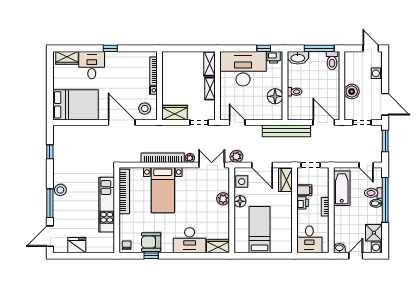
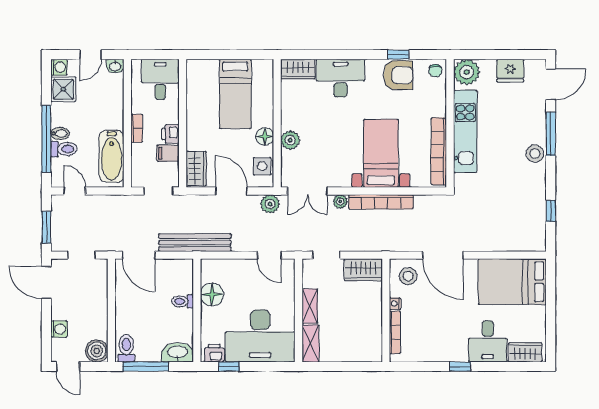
boiler: (352, 92) -> (97, 351), moved
plant: (106, 244) -> (467, 72), added

